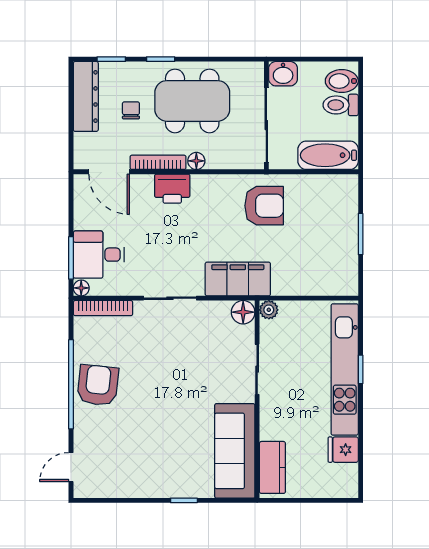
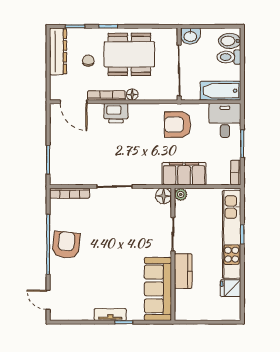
armchair: (264, 206) -> (178, 125), turned 180
desk: (99, 255) -> (225, 120), moved, turned 90
bookcase: (351, 277) -> (236, 173), added
filing cabinet: (238, 279) -> (184, 174), moved
floor lamp: (81, 288) -> (55, 180), removed
door: (71, 467) -> (48, 300), hinge flipped
kitchen counter: (272, 467) -> (183, 271), moved
tv unit: (164, 489) -> (110, 315), added

